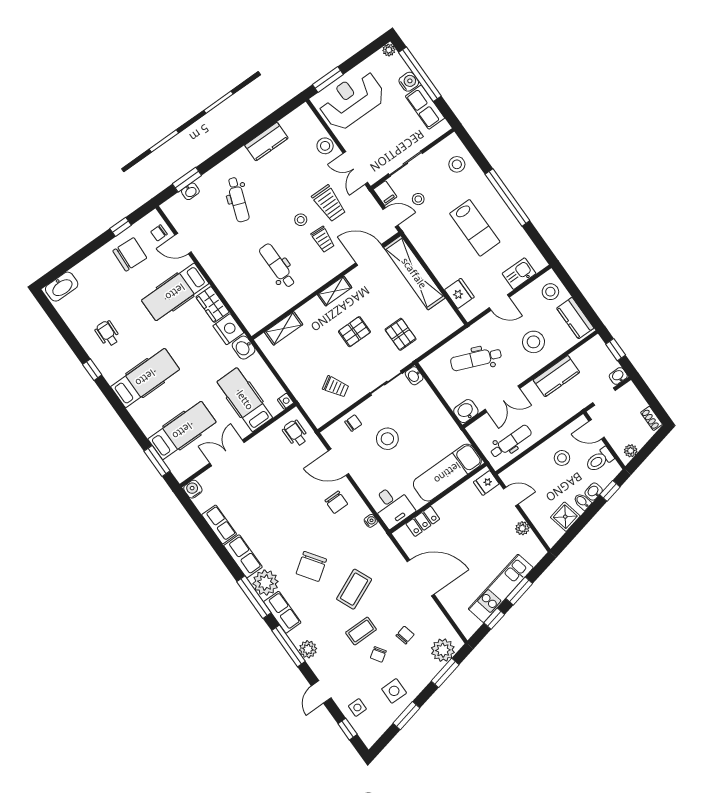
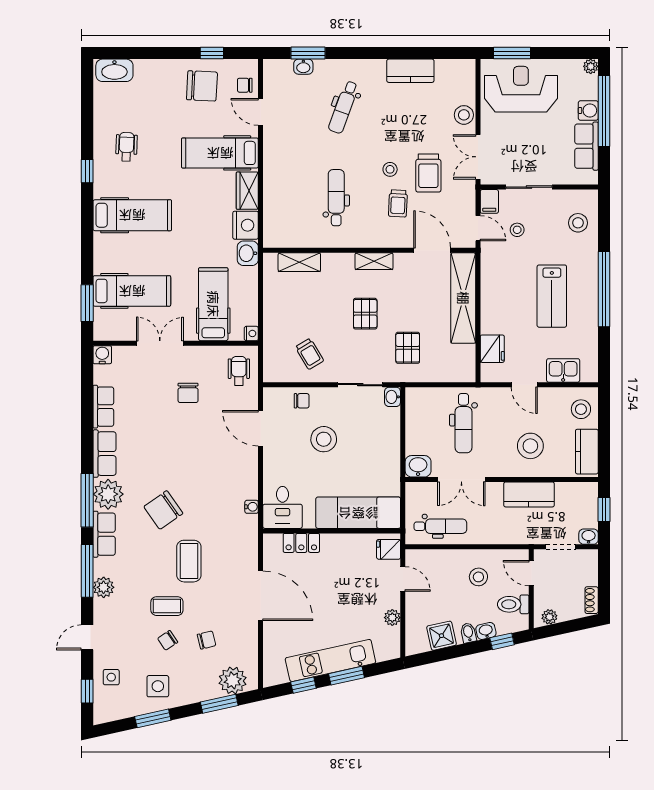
pallet: (354, 332) -> (365, 314), turned 90
dental chair: (476, 359) -> (463, 423), turned -112
chair: (336, 502) -> (188, 393), moved
coffee table: (354, 589) -> (189, 561), turned -66

